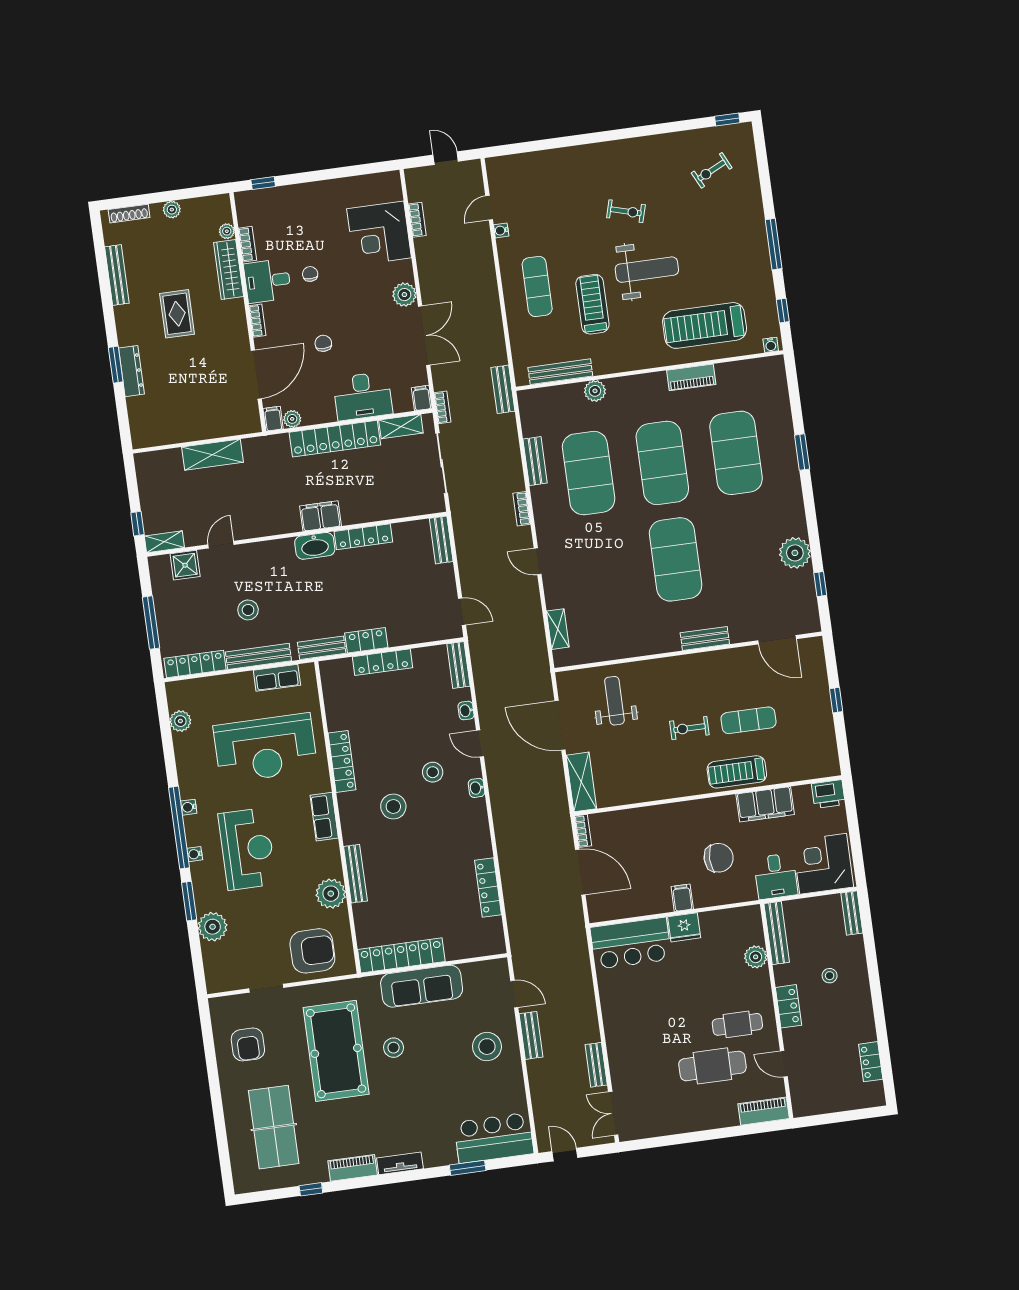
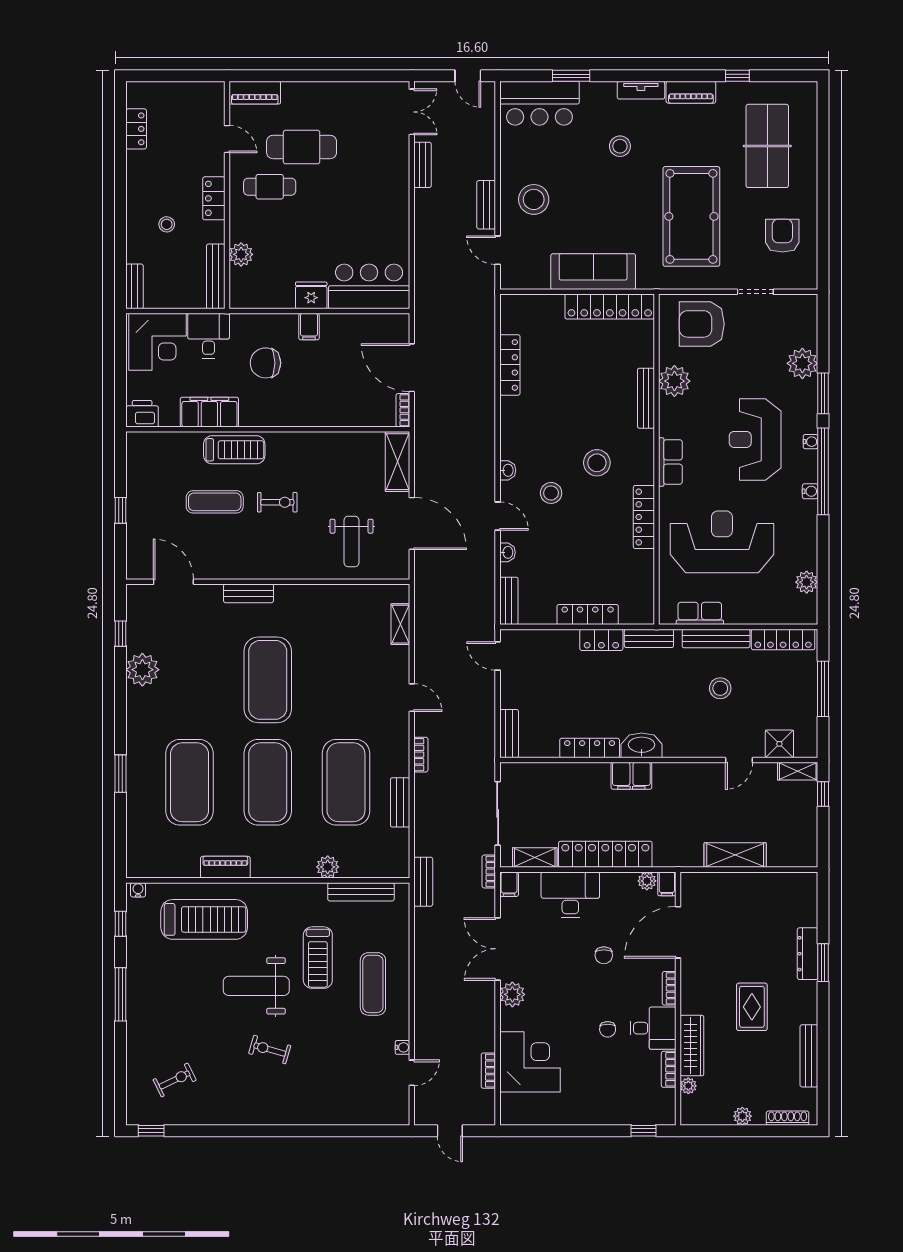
stool: (394, 1048) -> (620, 146), moved

